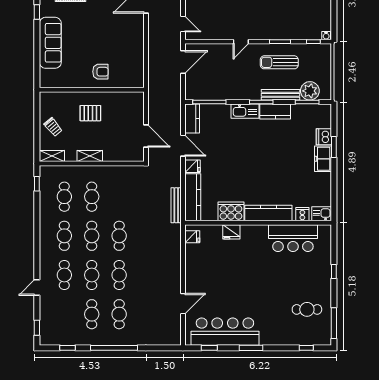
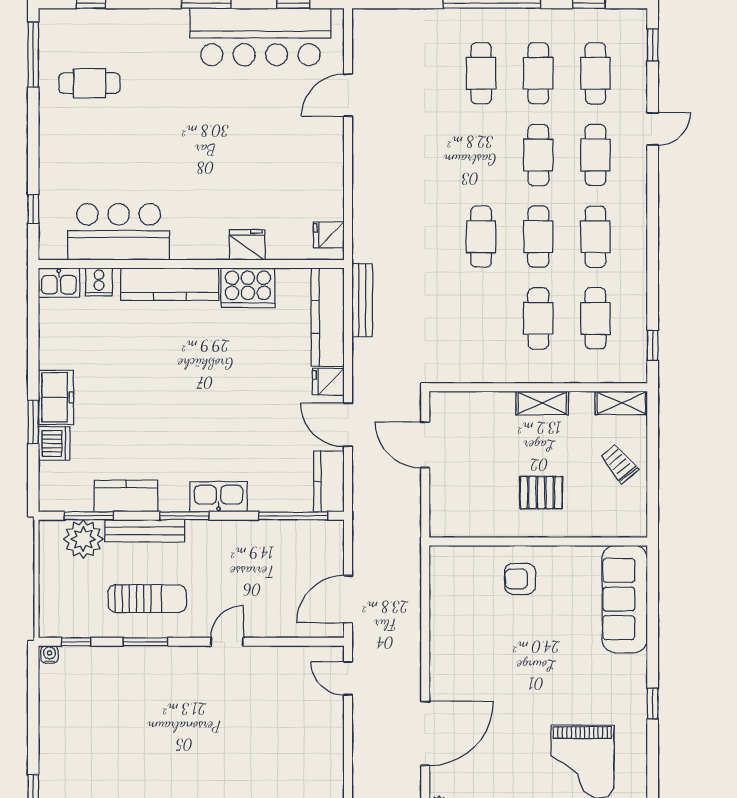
sofa: (50, 43) -> (625, 599), moved
kitchen counter: (275, 111) -> (126, 496), moved
window: (334, 272) -> (33, 209), moved
cafe table: (119, 275) -> (595, 73), moved

